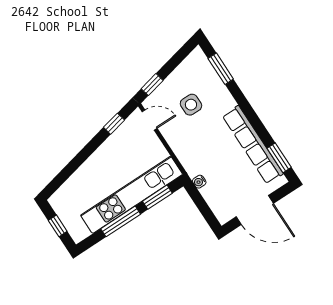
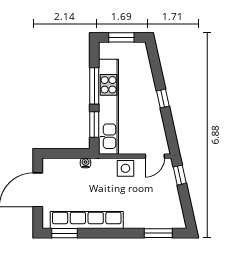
side table: (191, 105) -> (125, 168), moved
window: (114, 124) -> (163, 99), moved
window: (58, 226) -> (121, 37), width x1.50

